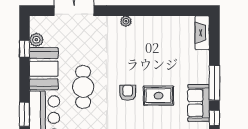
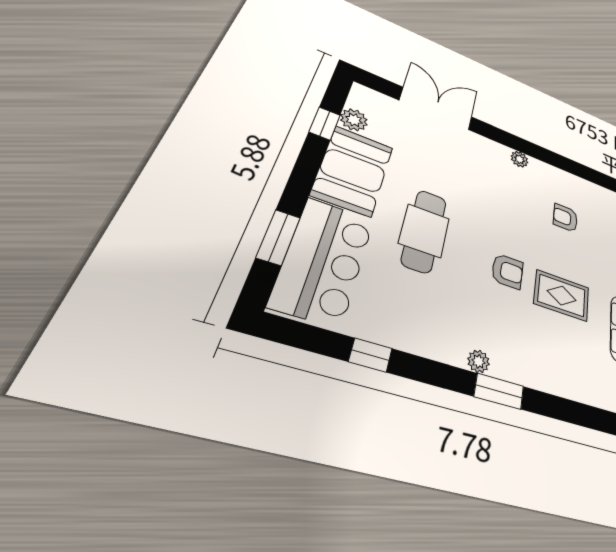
armchair: (157, 48) -> (565, 218), added
armchair: (128, 93) -> (507, 271), turned 90

